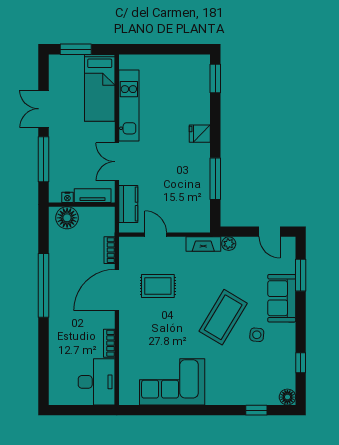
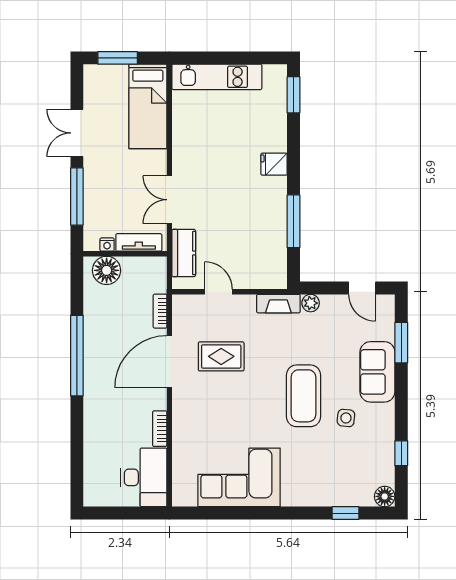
kitchen unit: (129, 105) -> (217, 77), moved, turned 90
coffee table: (223, 317) -> (303, 396), turned -31

